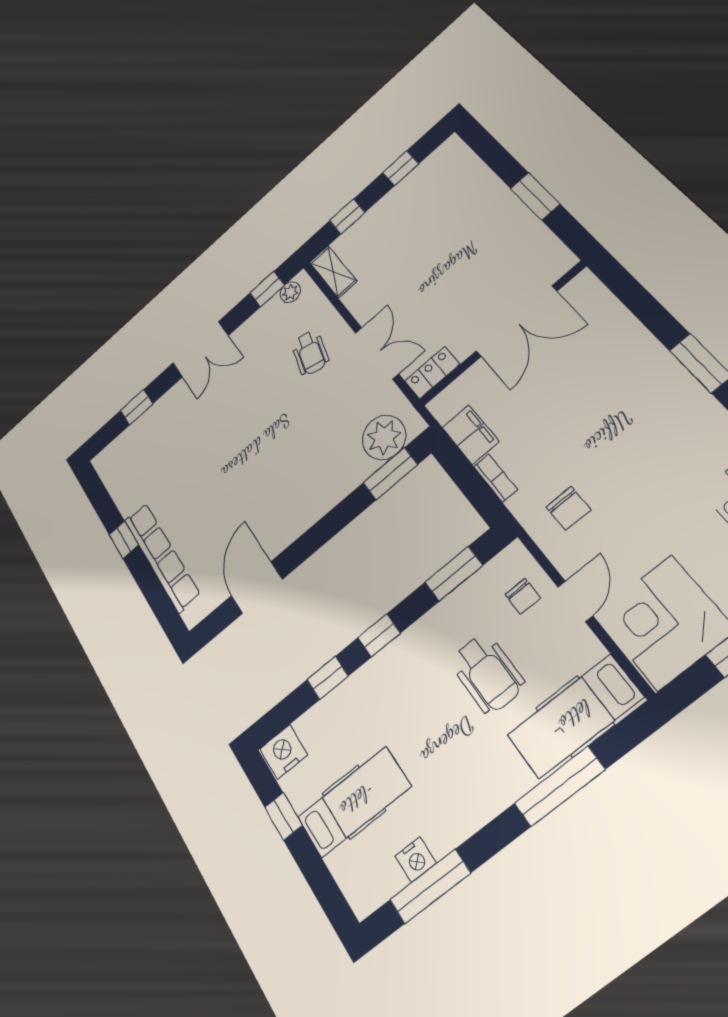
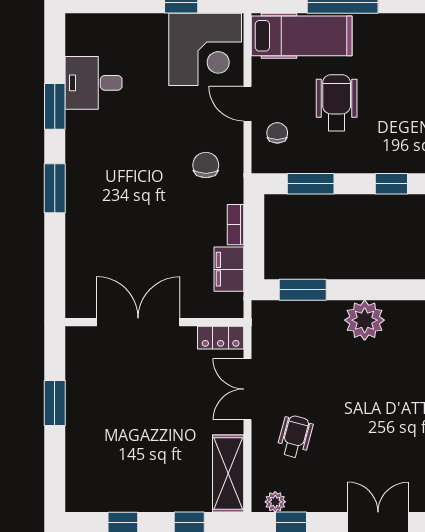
shelving: (333, 272) -> (228, 474), width x1.50, depth x1.33
plant: (384, 438) -> (365, 320), moved
door: (575, 601) -> (247, 104), hinge flipped

